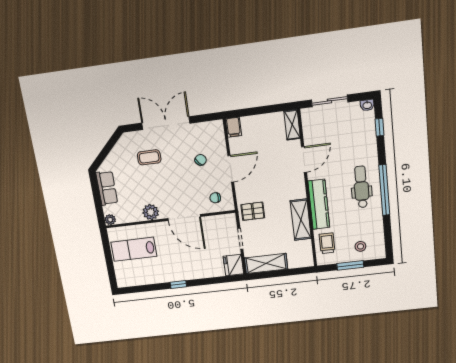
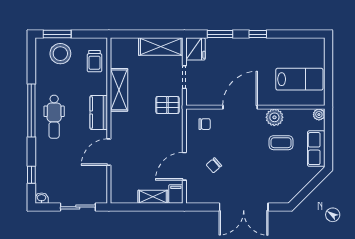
shelving: (292, 125) -> (153, 197), moved, turned 90
coffee table: (149, 157) -> (281, 143), moved
door: (231, 169) -> (184, 166), moved
kitchen counter: (319, 204) -> (99, 112), width x0.67
door: (184, 217) -> (240, 107), hinge flipped
stool: (360, 246) -> (60, 54), width x1.89, depth x1.89
window: (350, 265) -> (57, 34), moved
window: (213, 281) -> (220, 34), added

